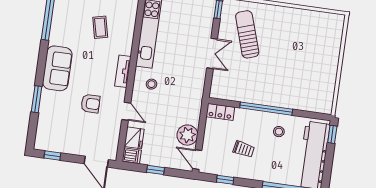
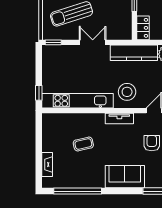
stool: (151, 84) -> (127, 92), width x1.89, depth x1.89
kitchen counter: (194, 98) -> (134, 53), added

